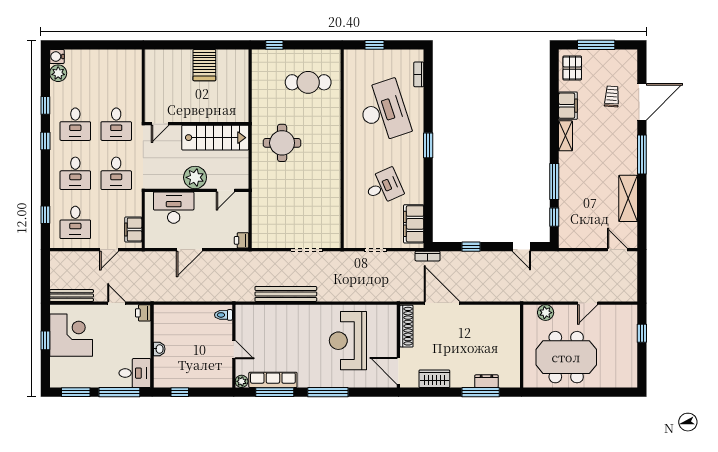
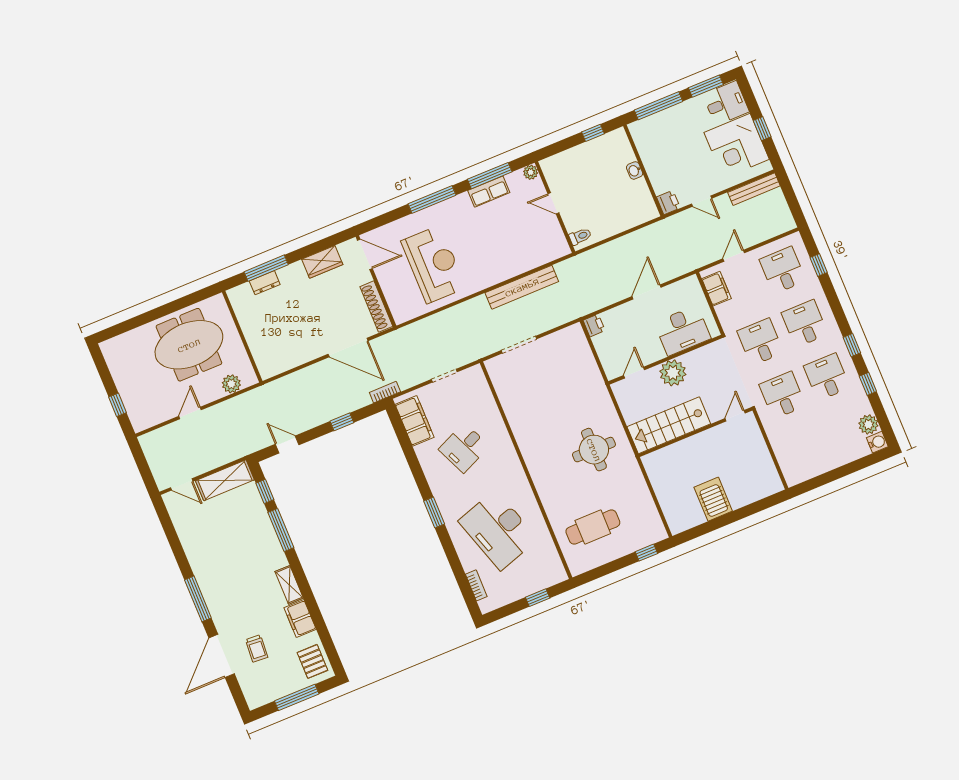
shelving: (628, 198) -> (225, 480), moved, turned 90
desk: (135, 373) -> (726, 103), moved, turned 180
row of seats: (273, 380) -> (489, 192), width x0.68

